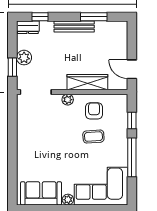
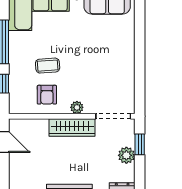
wardrobe: (87, 82) -> (72, 127), moved

